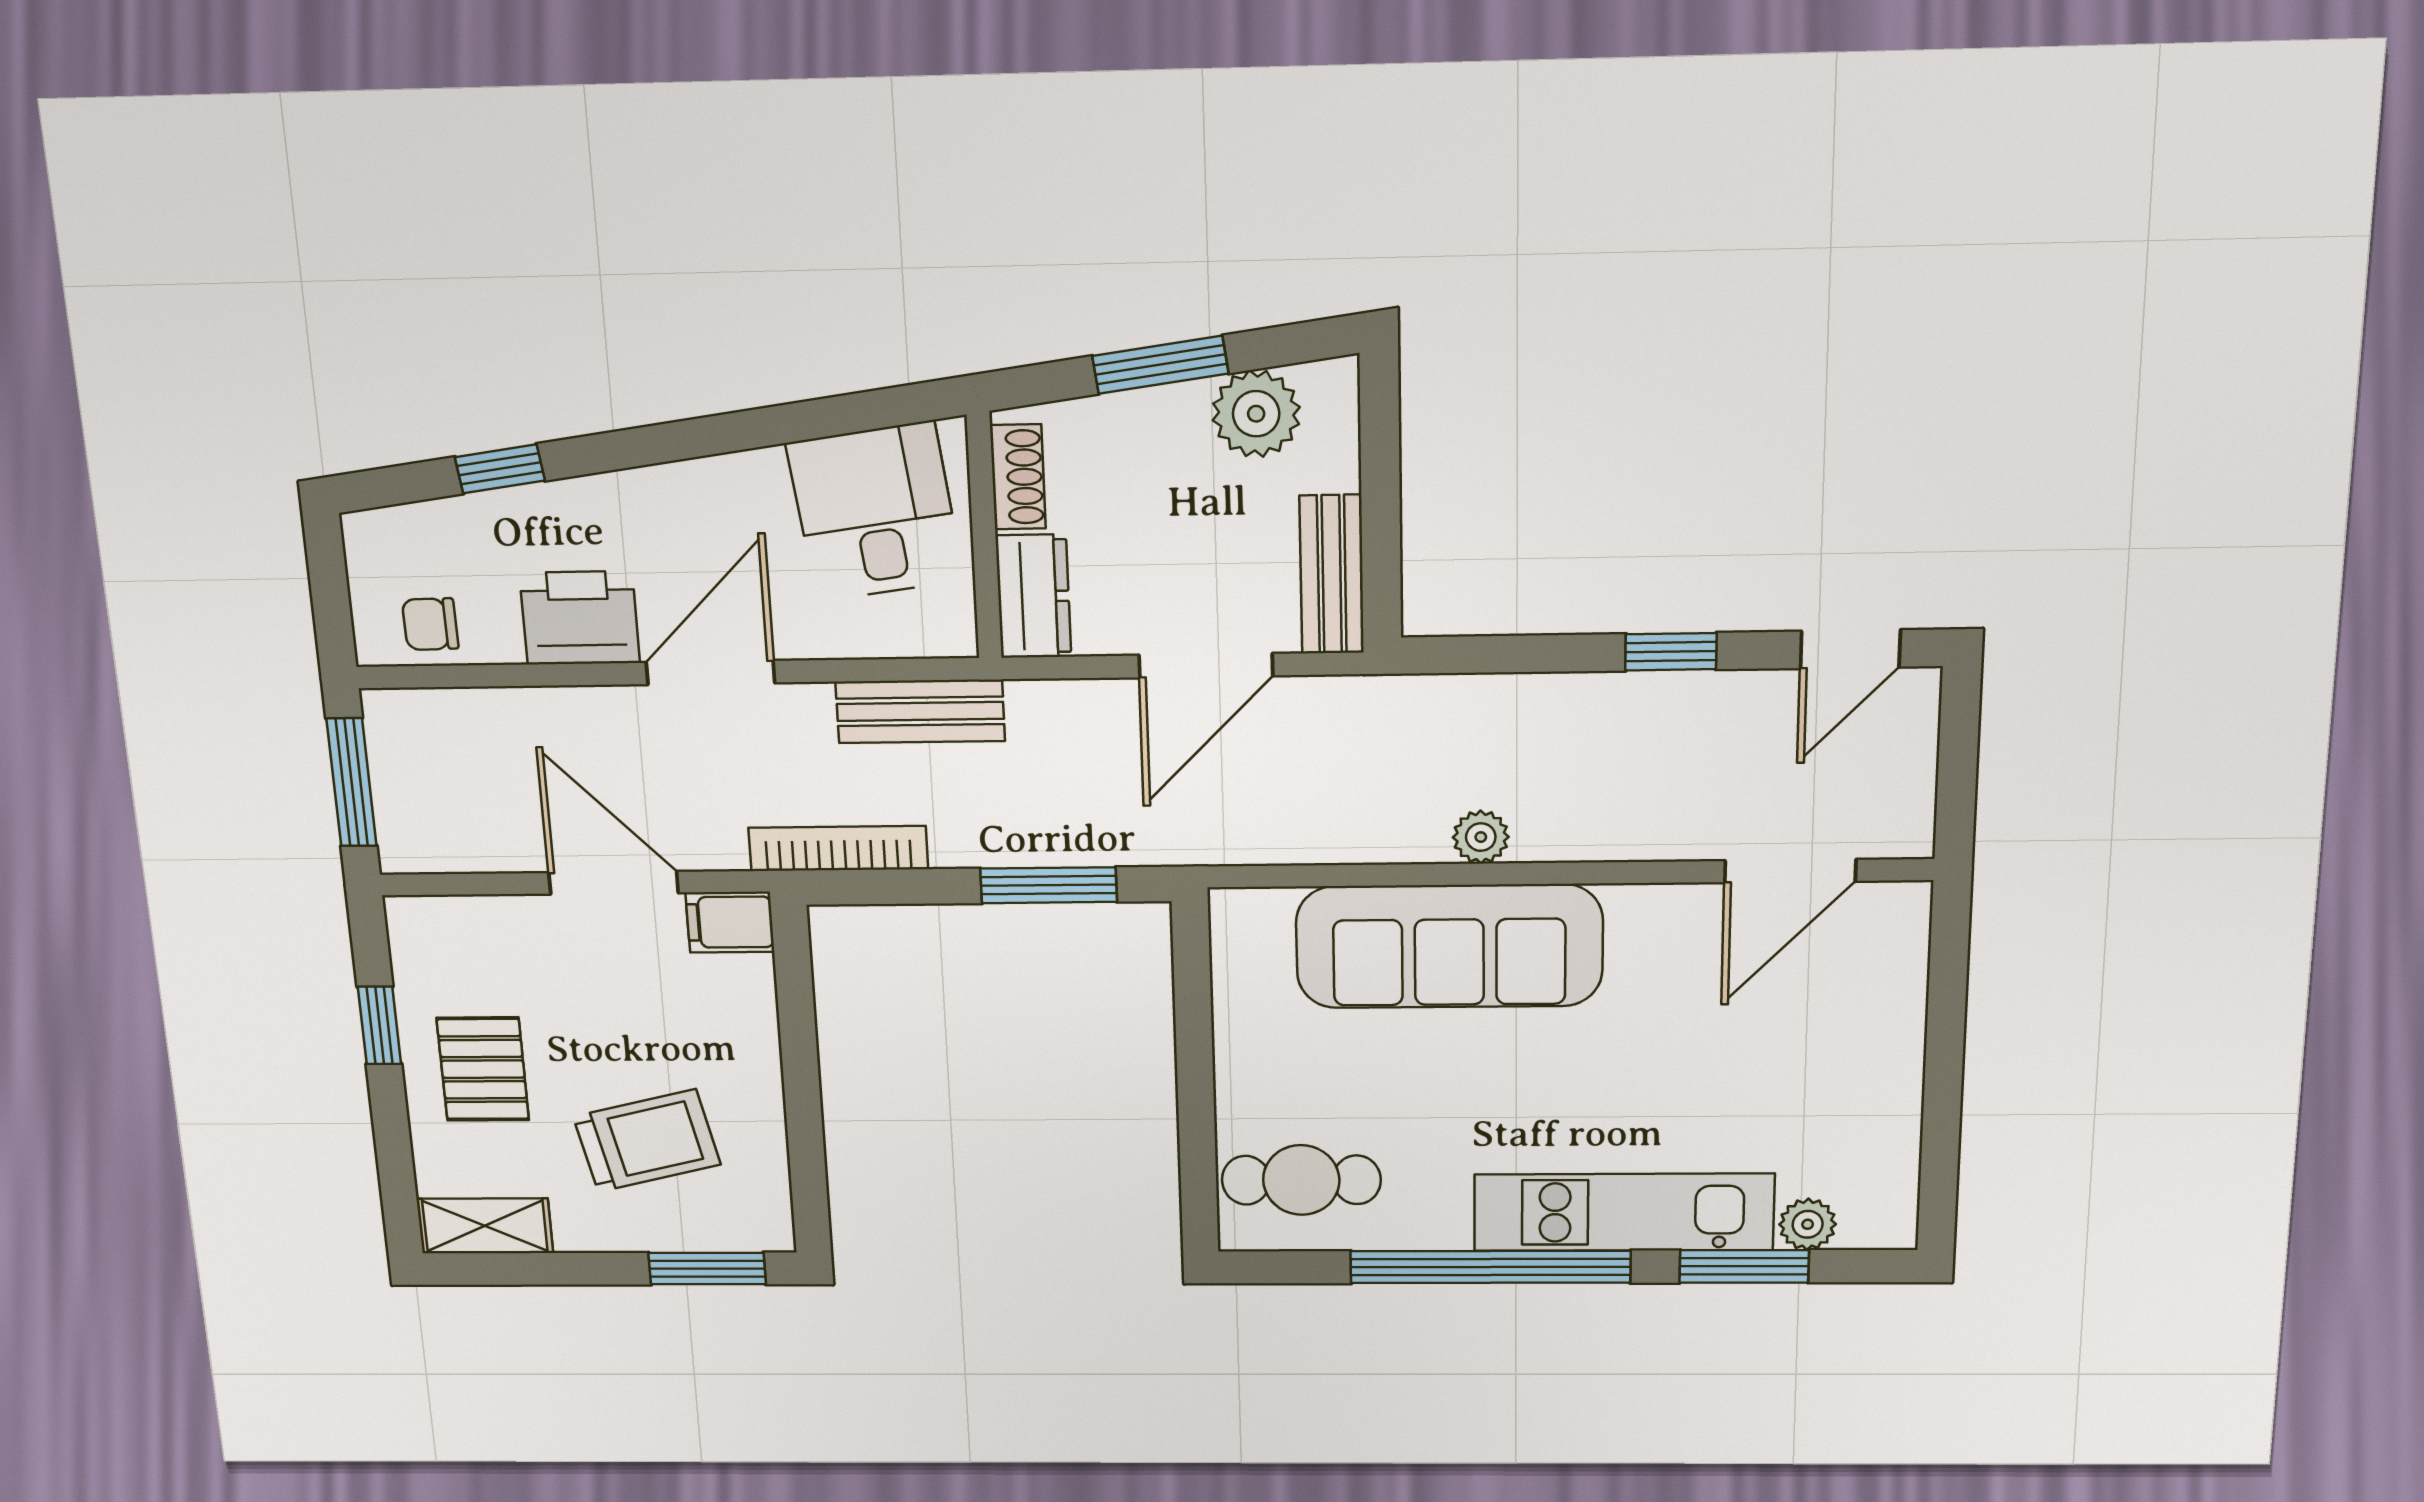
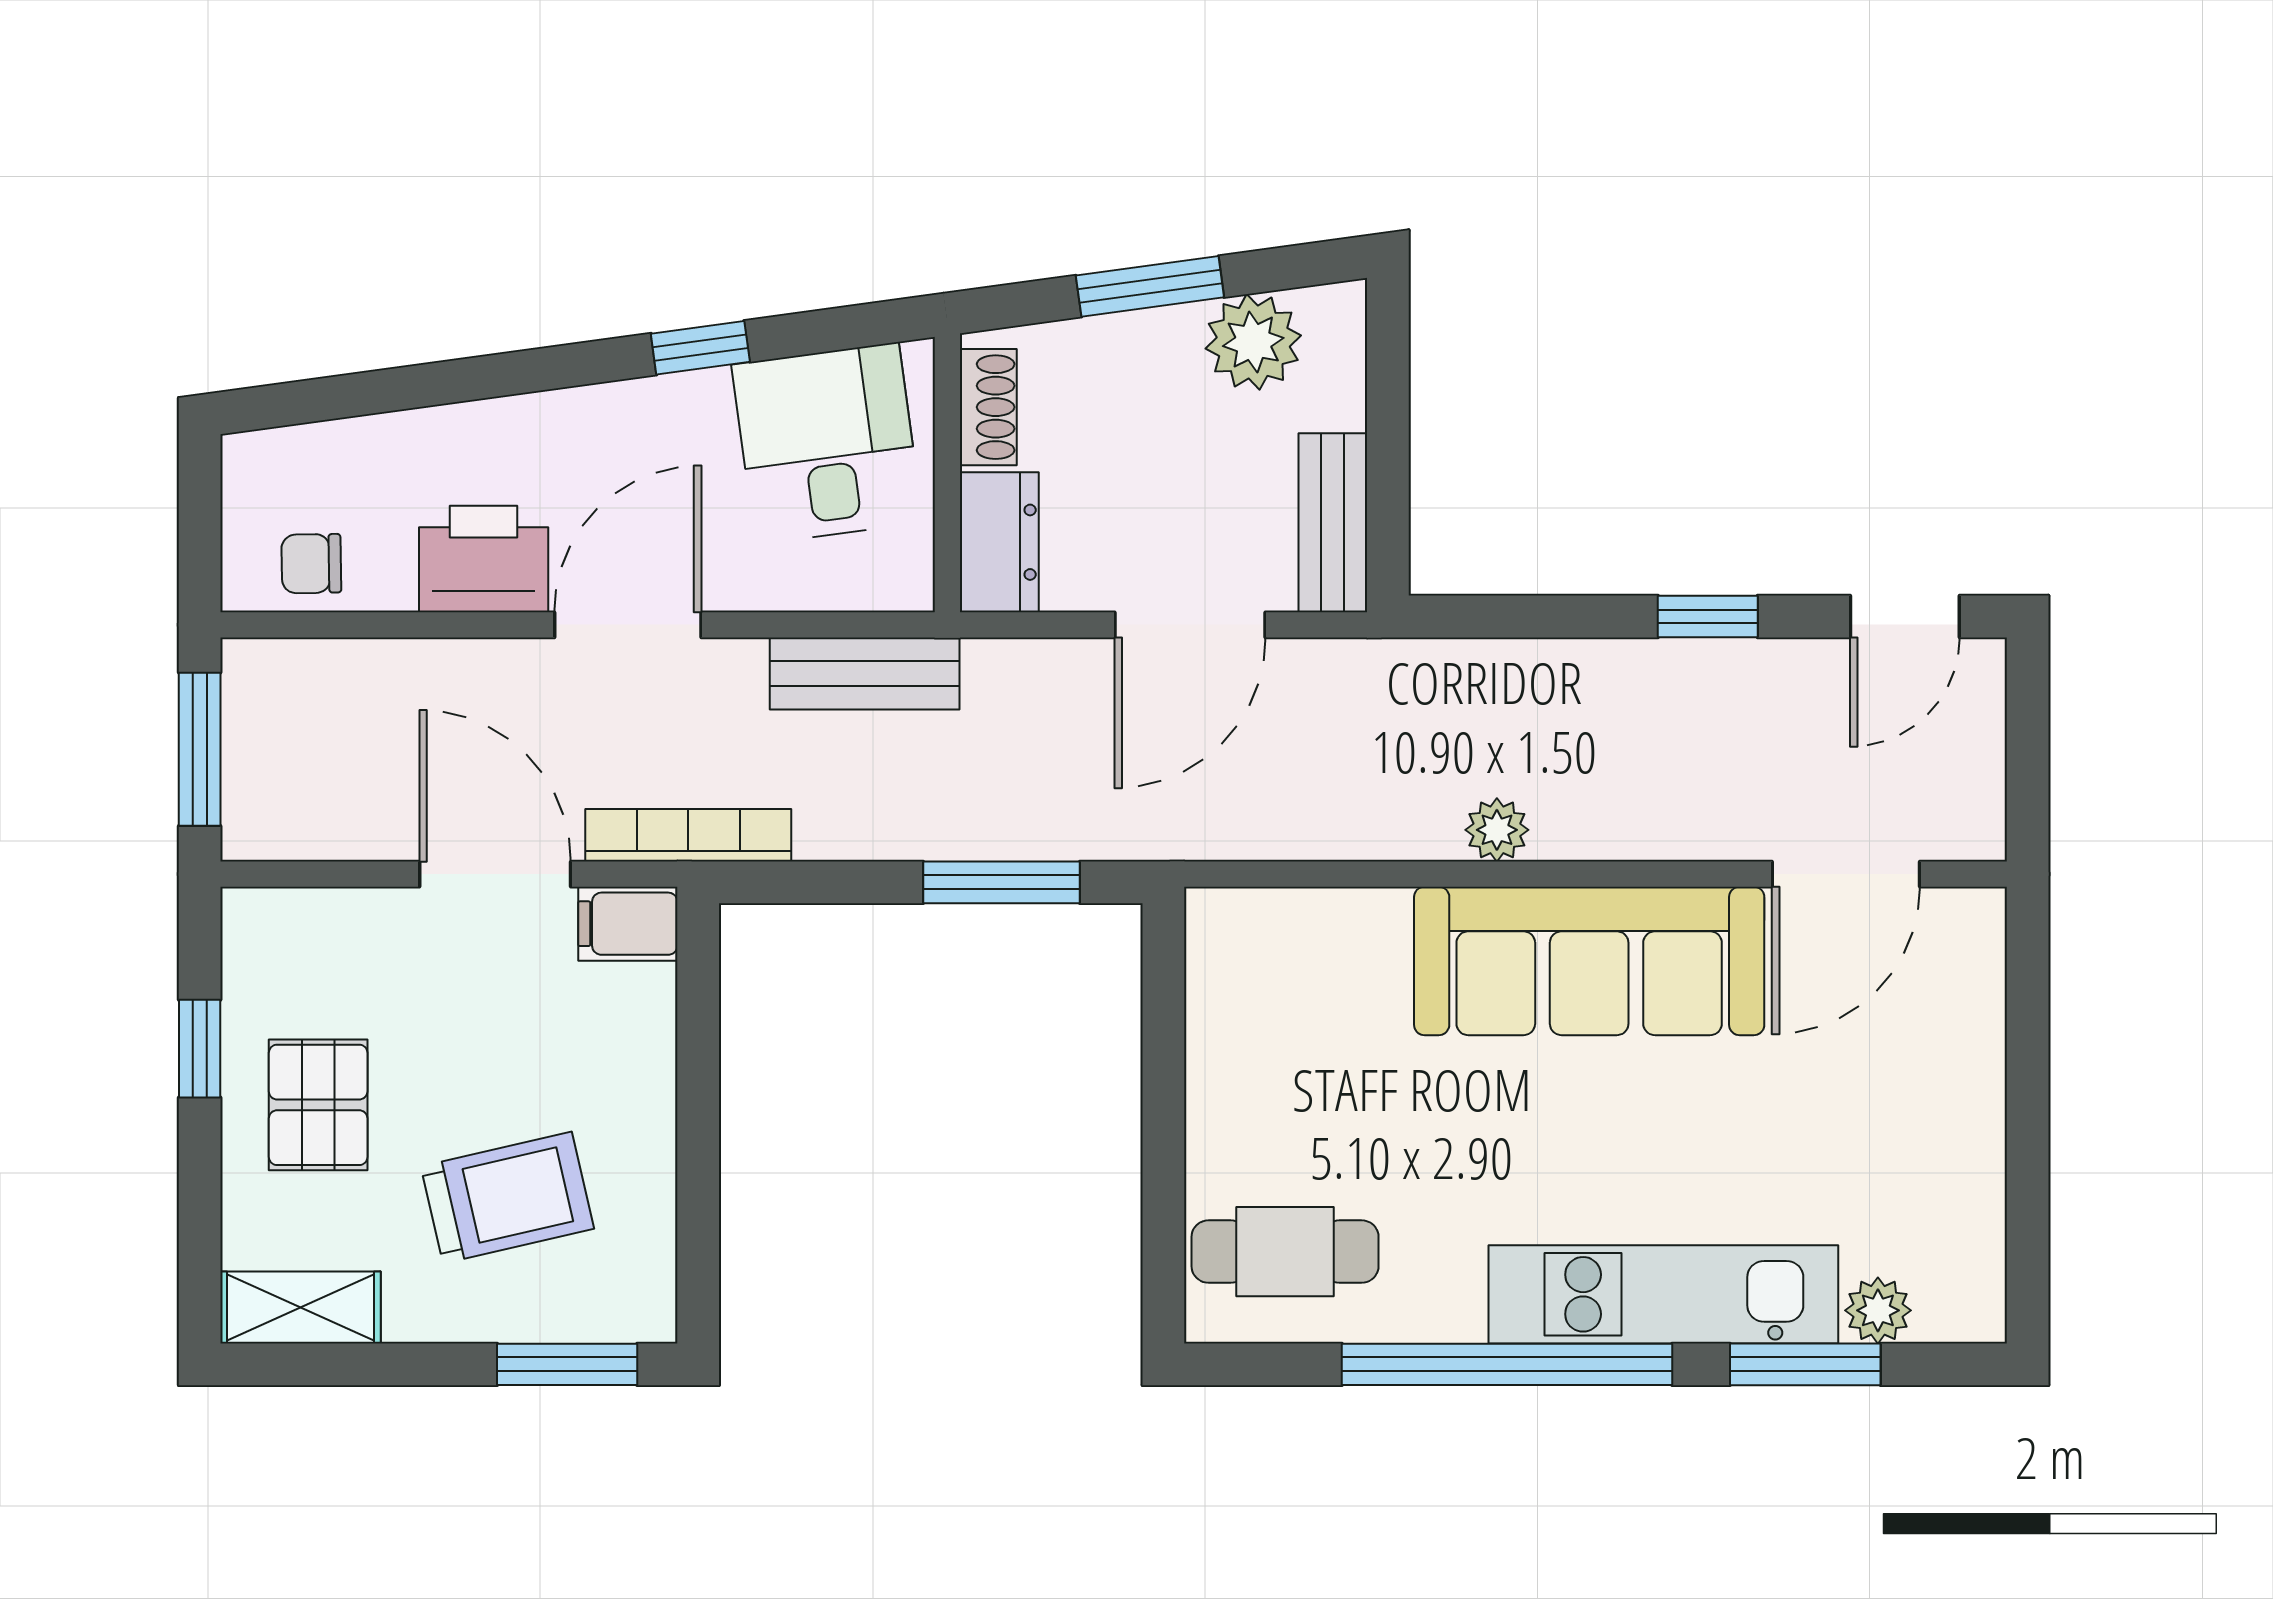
window: (500, 469) -> (700, 348), moved
bookcase: (838, 848) -> (688, 835), moved
sofa: (1449, 946) -> (1589, 961), moved

